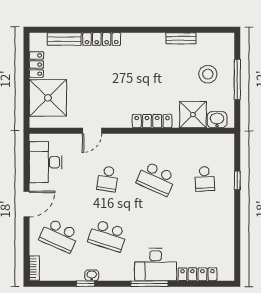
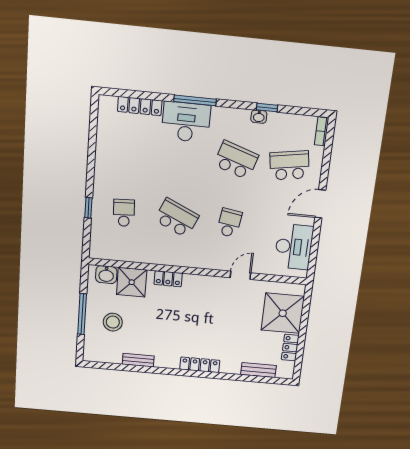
locker: (102, 39) -> (200, 365), moved
locker: (152, 121) -> (168, 279), width x0.66
school desk: (59, 236) -> (289, 165), turned -33

